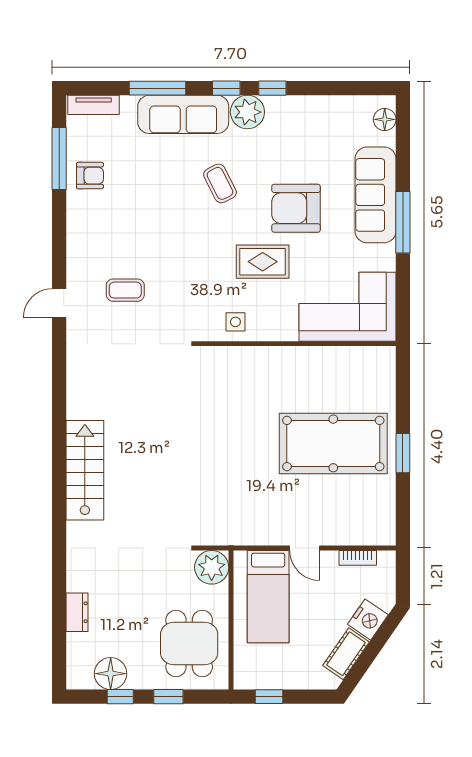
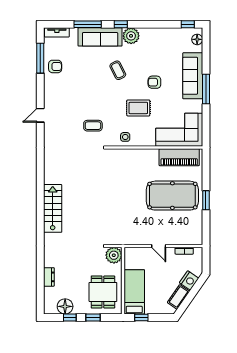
window: (272, 88) -> (188, 24), moved
armchair: (296, 208) -> (154, 82), width x0.53, depth x0.53
coffee table: (125, 290) -> (93, 126), moved
door: (59, 303) -> (40, 115), moved
piano: (347, 364) -> (179, 157), added
bed: (268, 597) -> (134, 292), moved, turned 180

